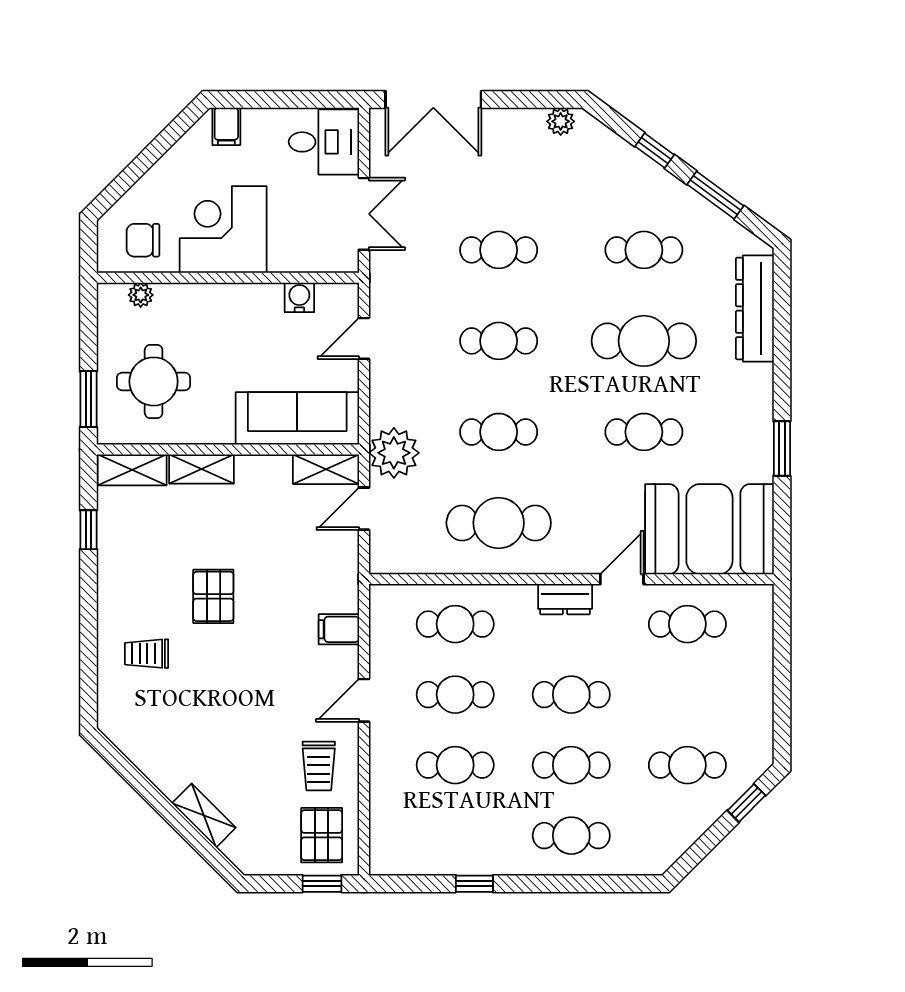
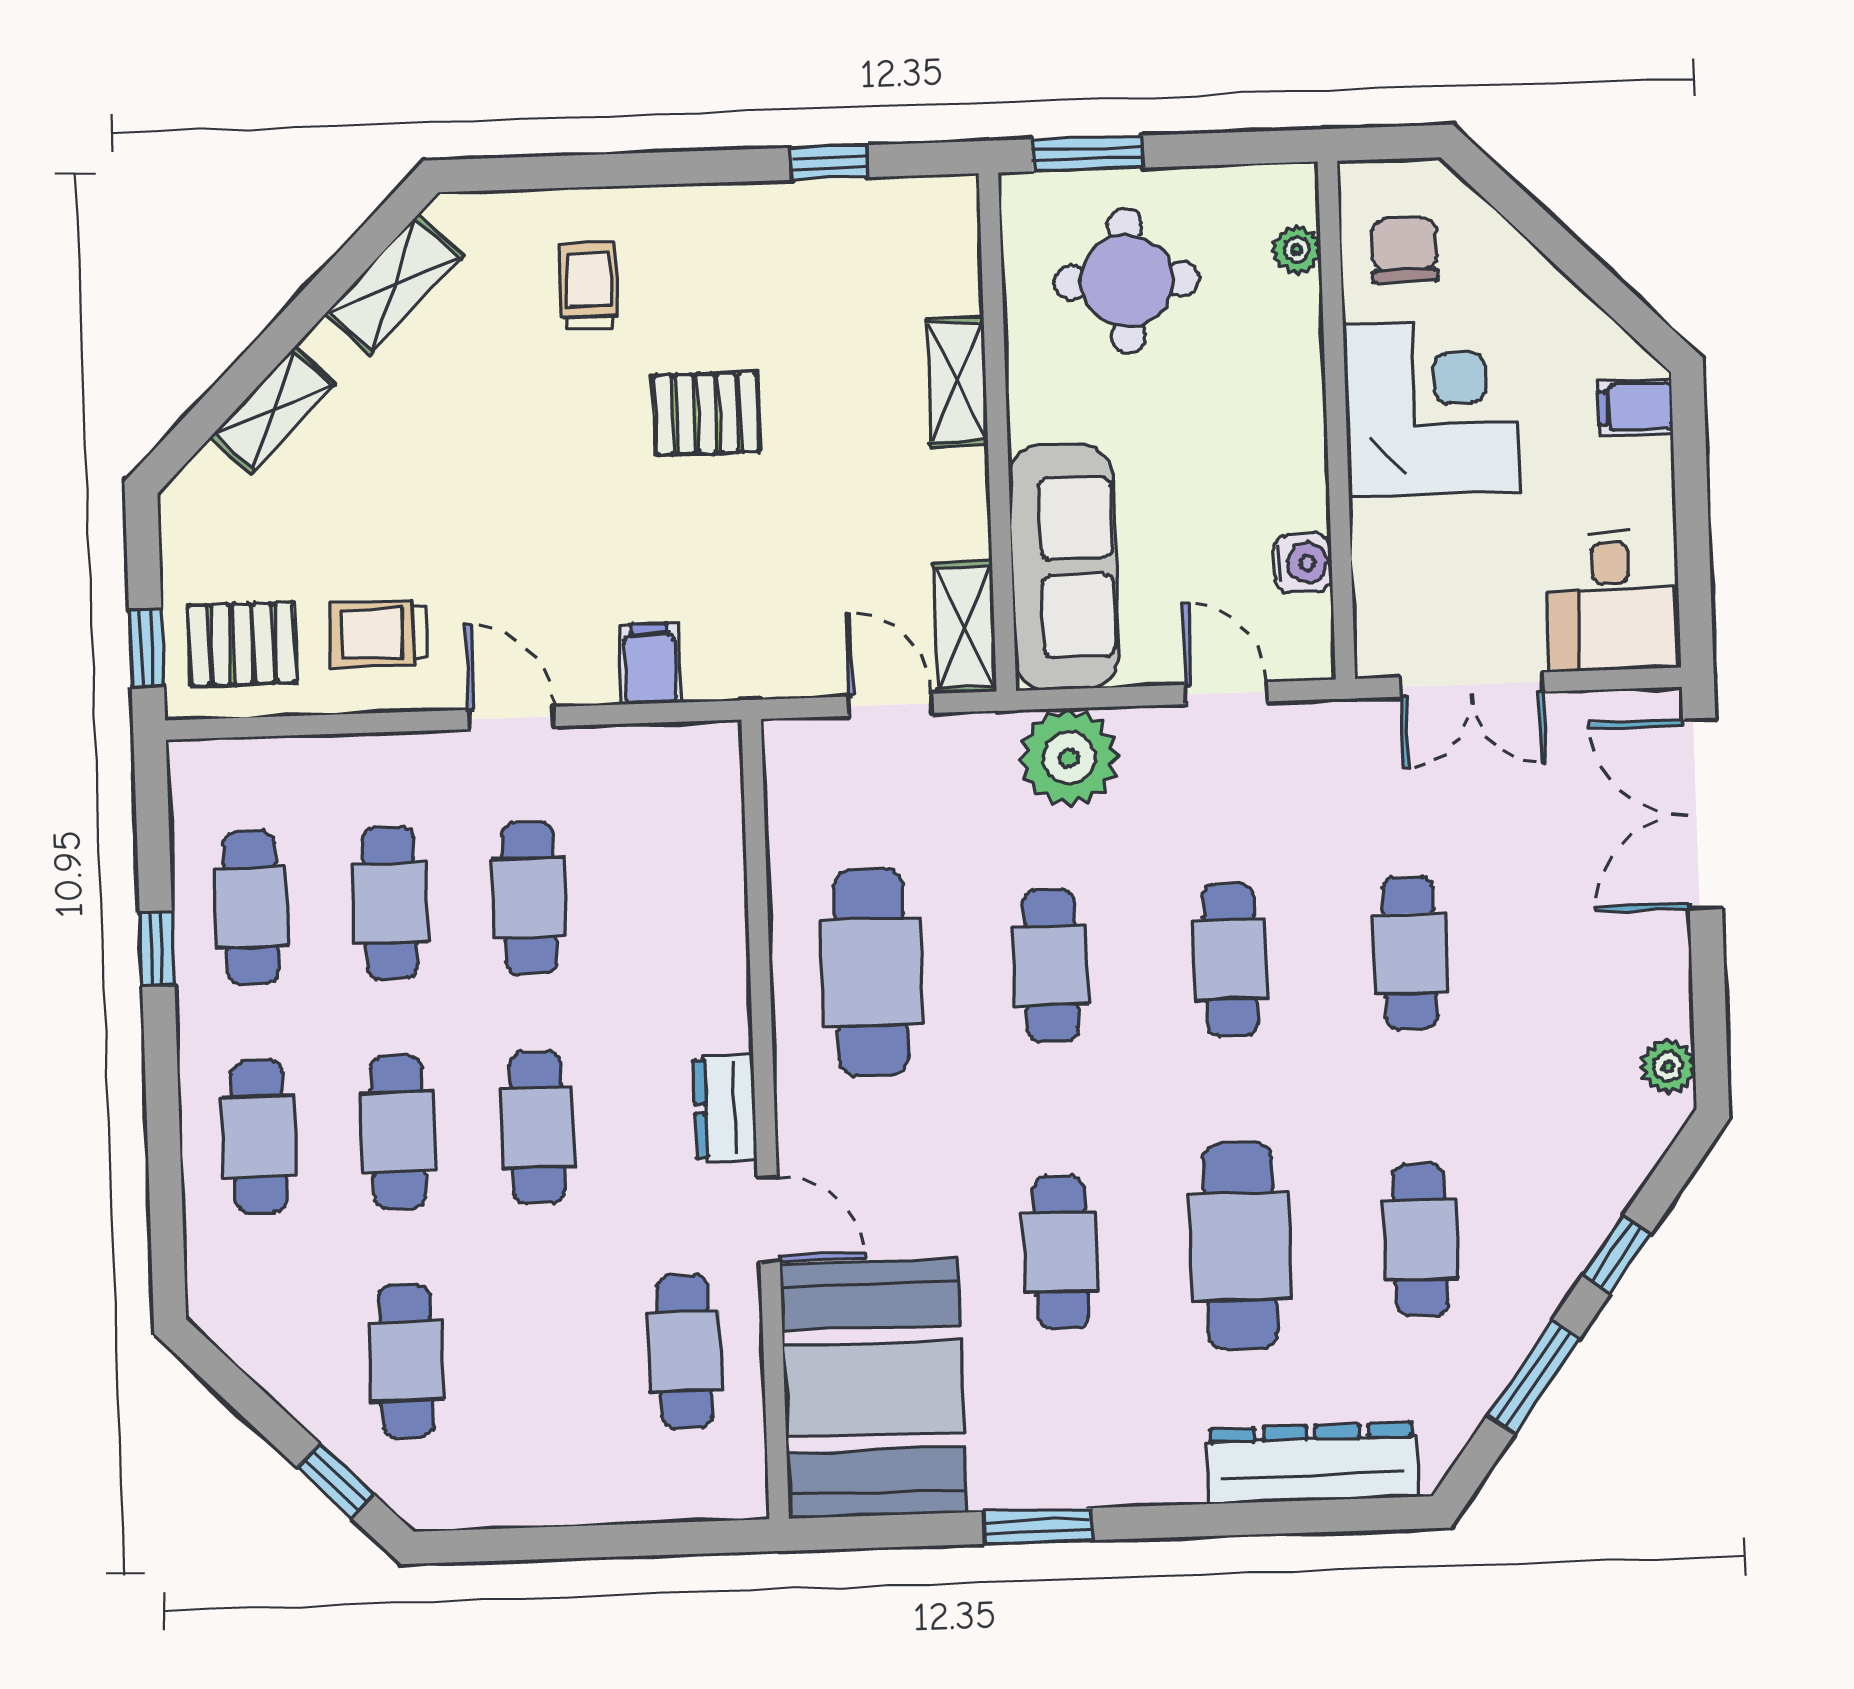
plant: (394, 453) -> (1069, 758), moved
shelving: (132, 470) -> (394, 285), moved, turned 45
cafe table: (455, 624) -> (251, 908), moved

